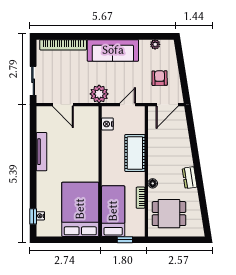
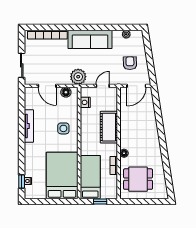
floor lamp: (85, 112) -> (66, 92), added
side table: (82, 154) -> (63, 128), added
dresser: (190, 178) -> (156, 148), removed

